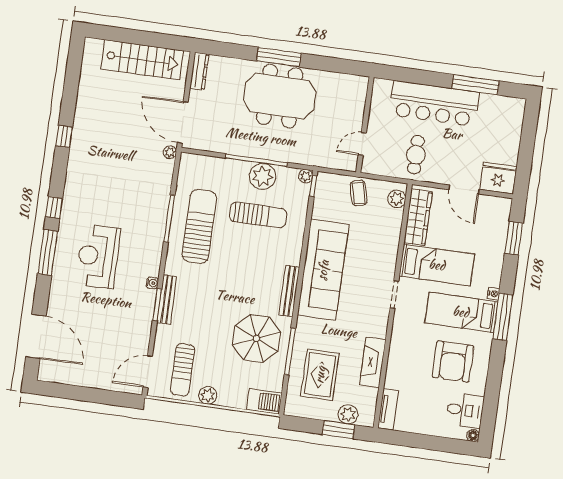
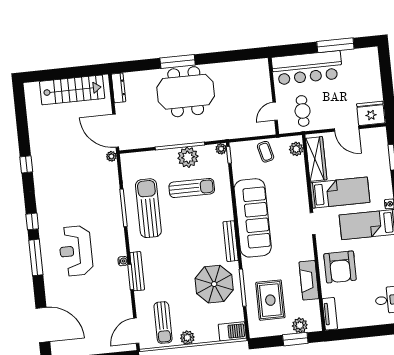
wall: (365, 125) -> (274, 96), moved
door: (362, 144) -> (275, 111), moved
armchair: (453, 361) -> (340, 267), moved

